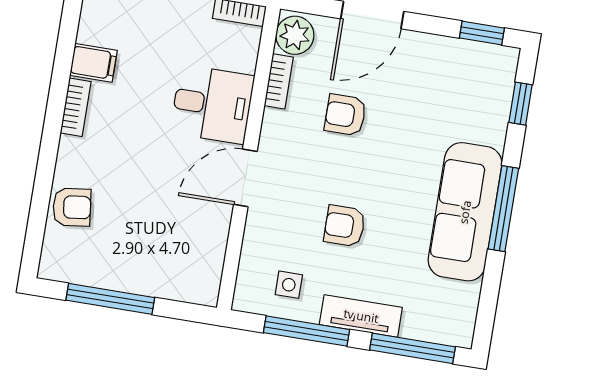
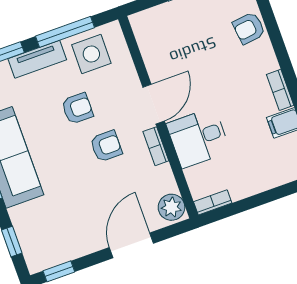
bookcase: (279, 81) -> (156, 146), moved
armchair: (345, 115) -> (106, 146), moved
side table: (289, 285) -> (91, 54), width x1.87, depth x1.87

